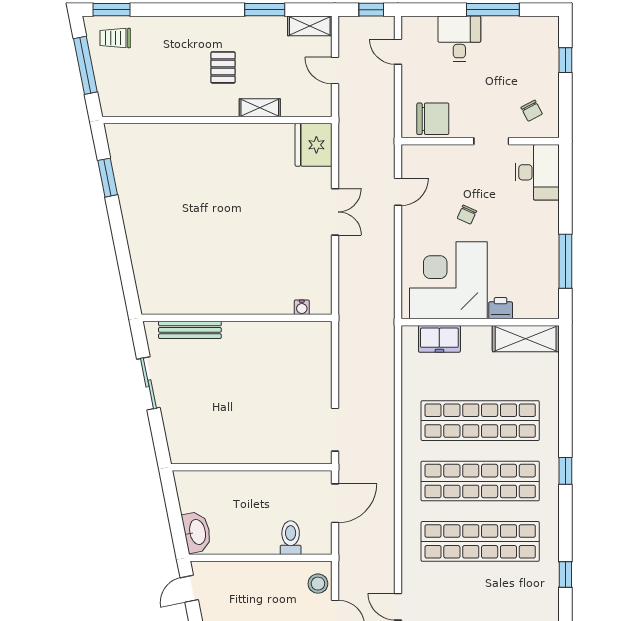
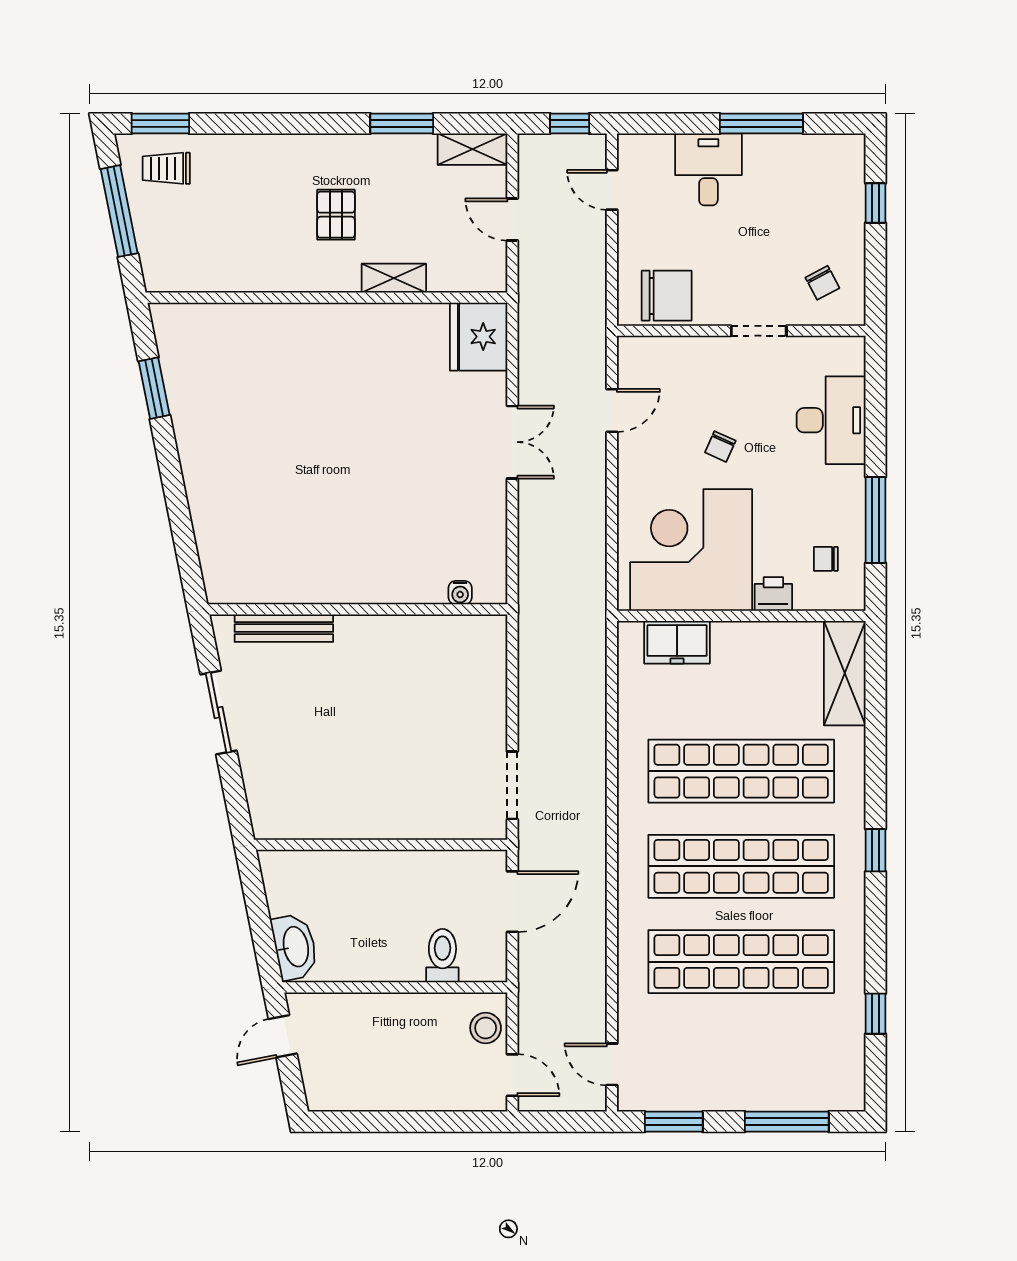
desk: (537, 172) -> (831, 420), moved
chair: (534, 286) -> (826, 559), added
shelving: (526, 339) -> (845, 673), moved, turned 90

